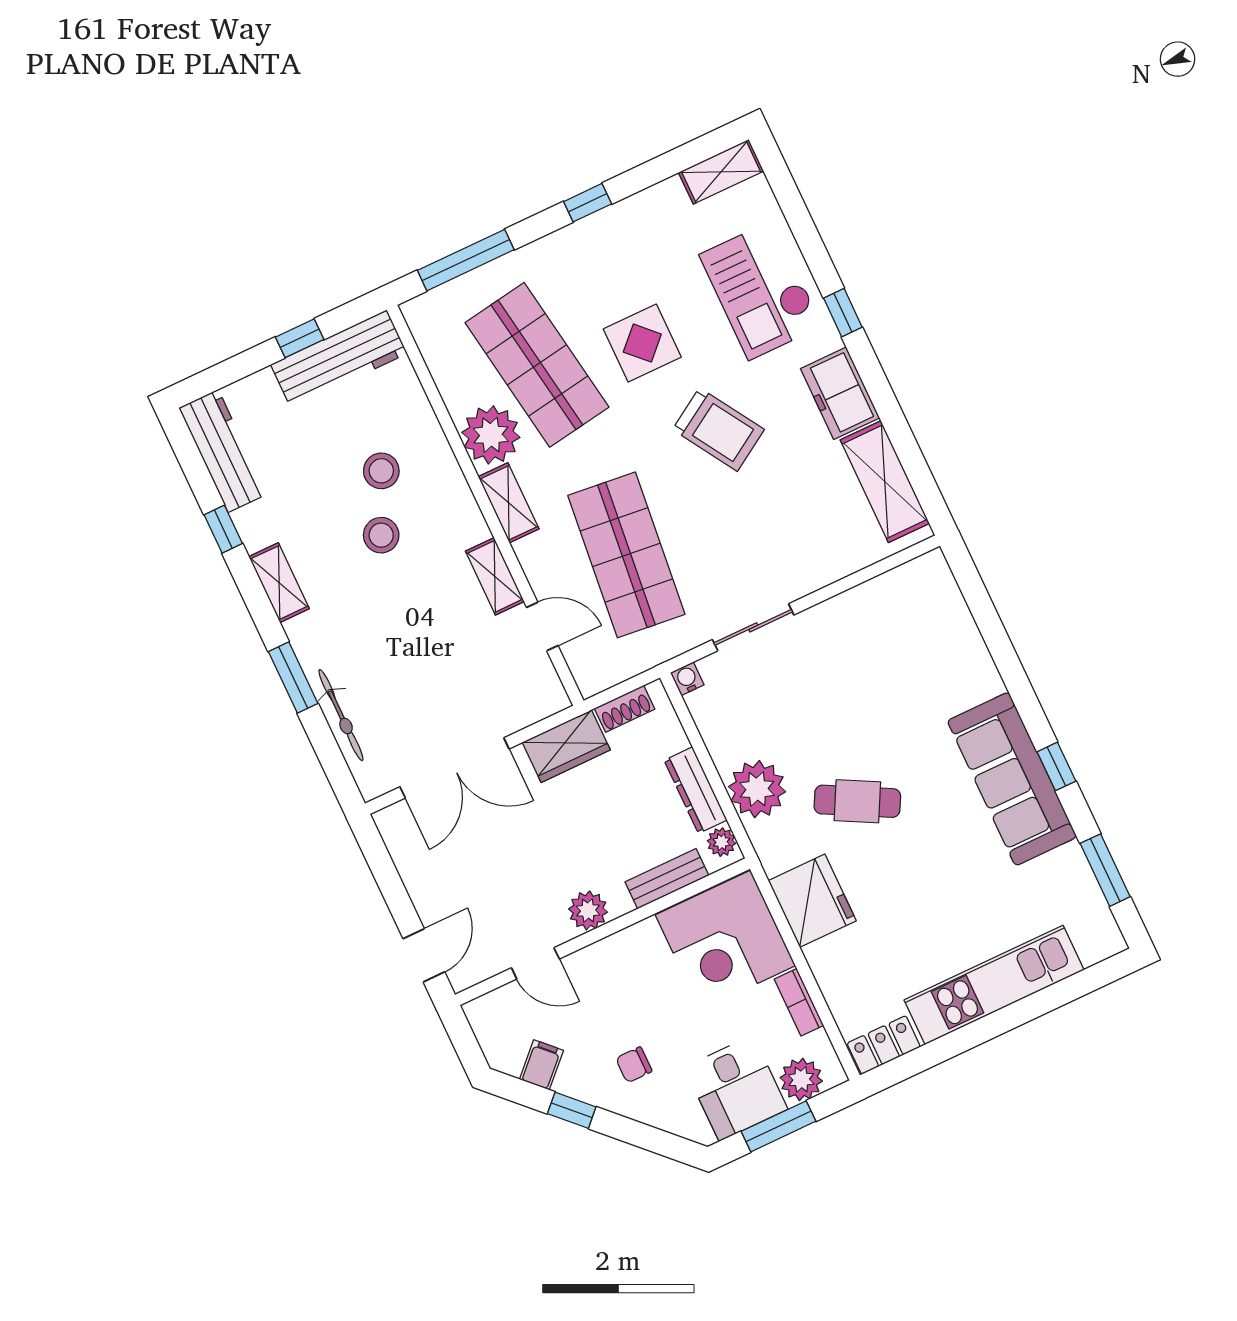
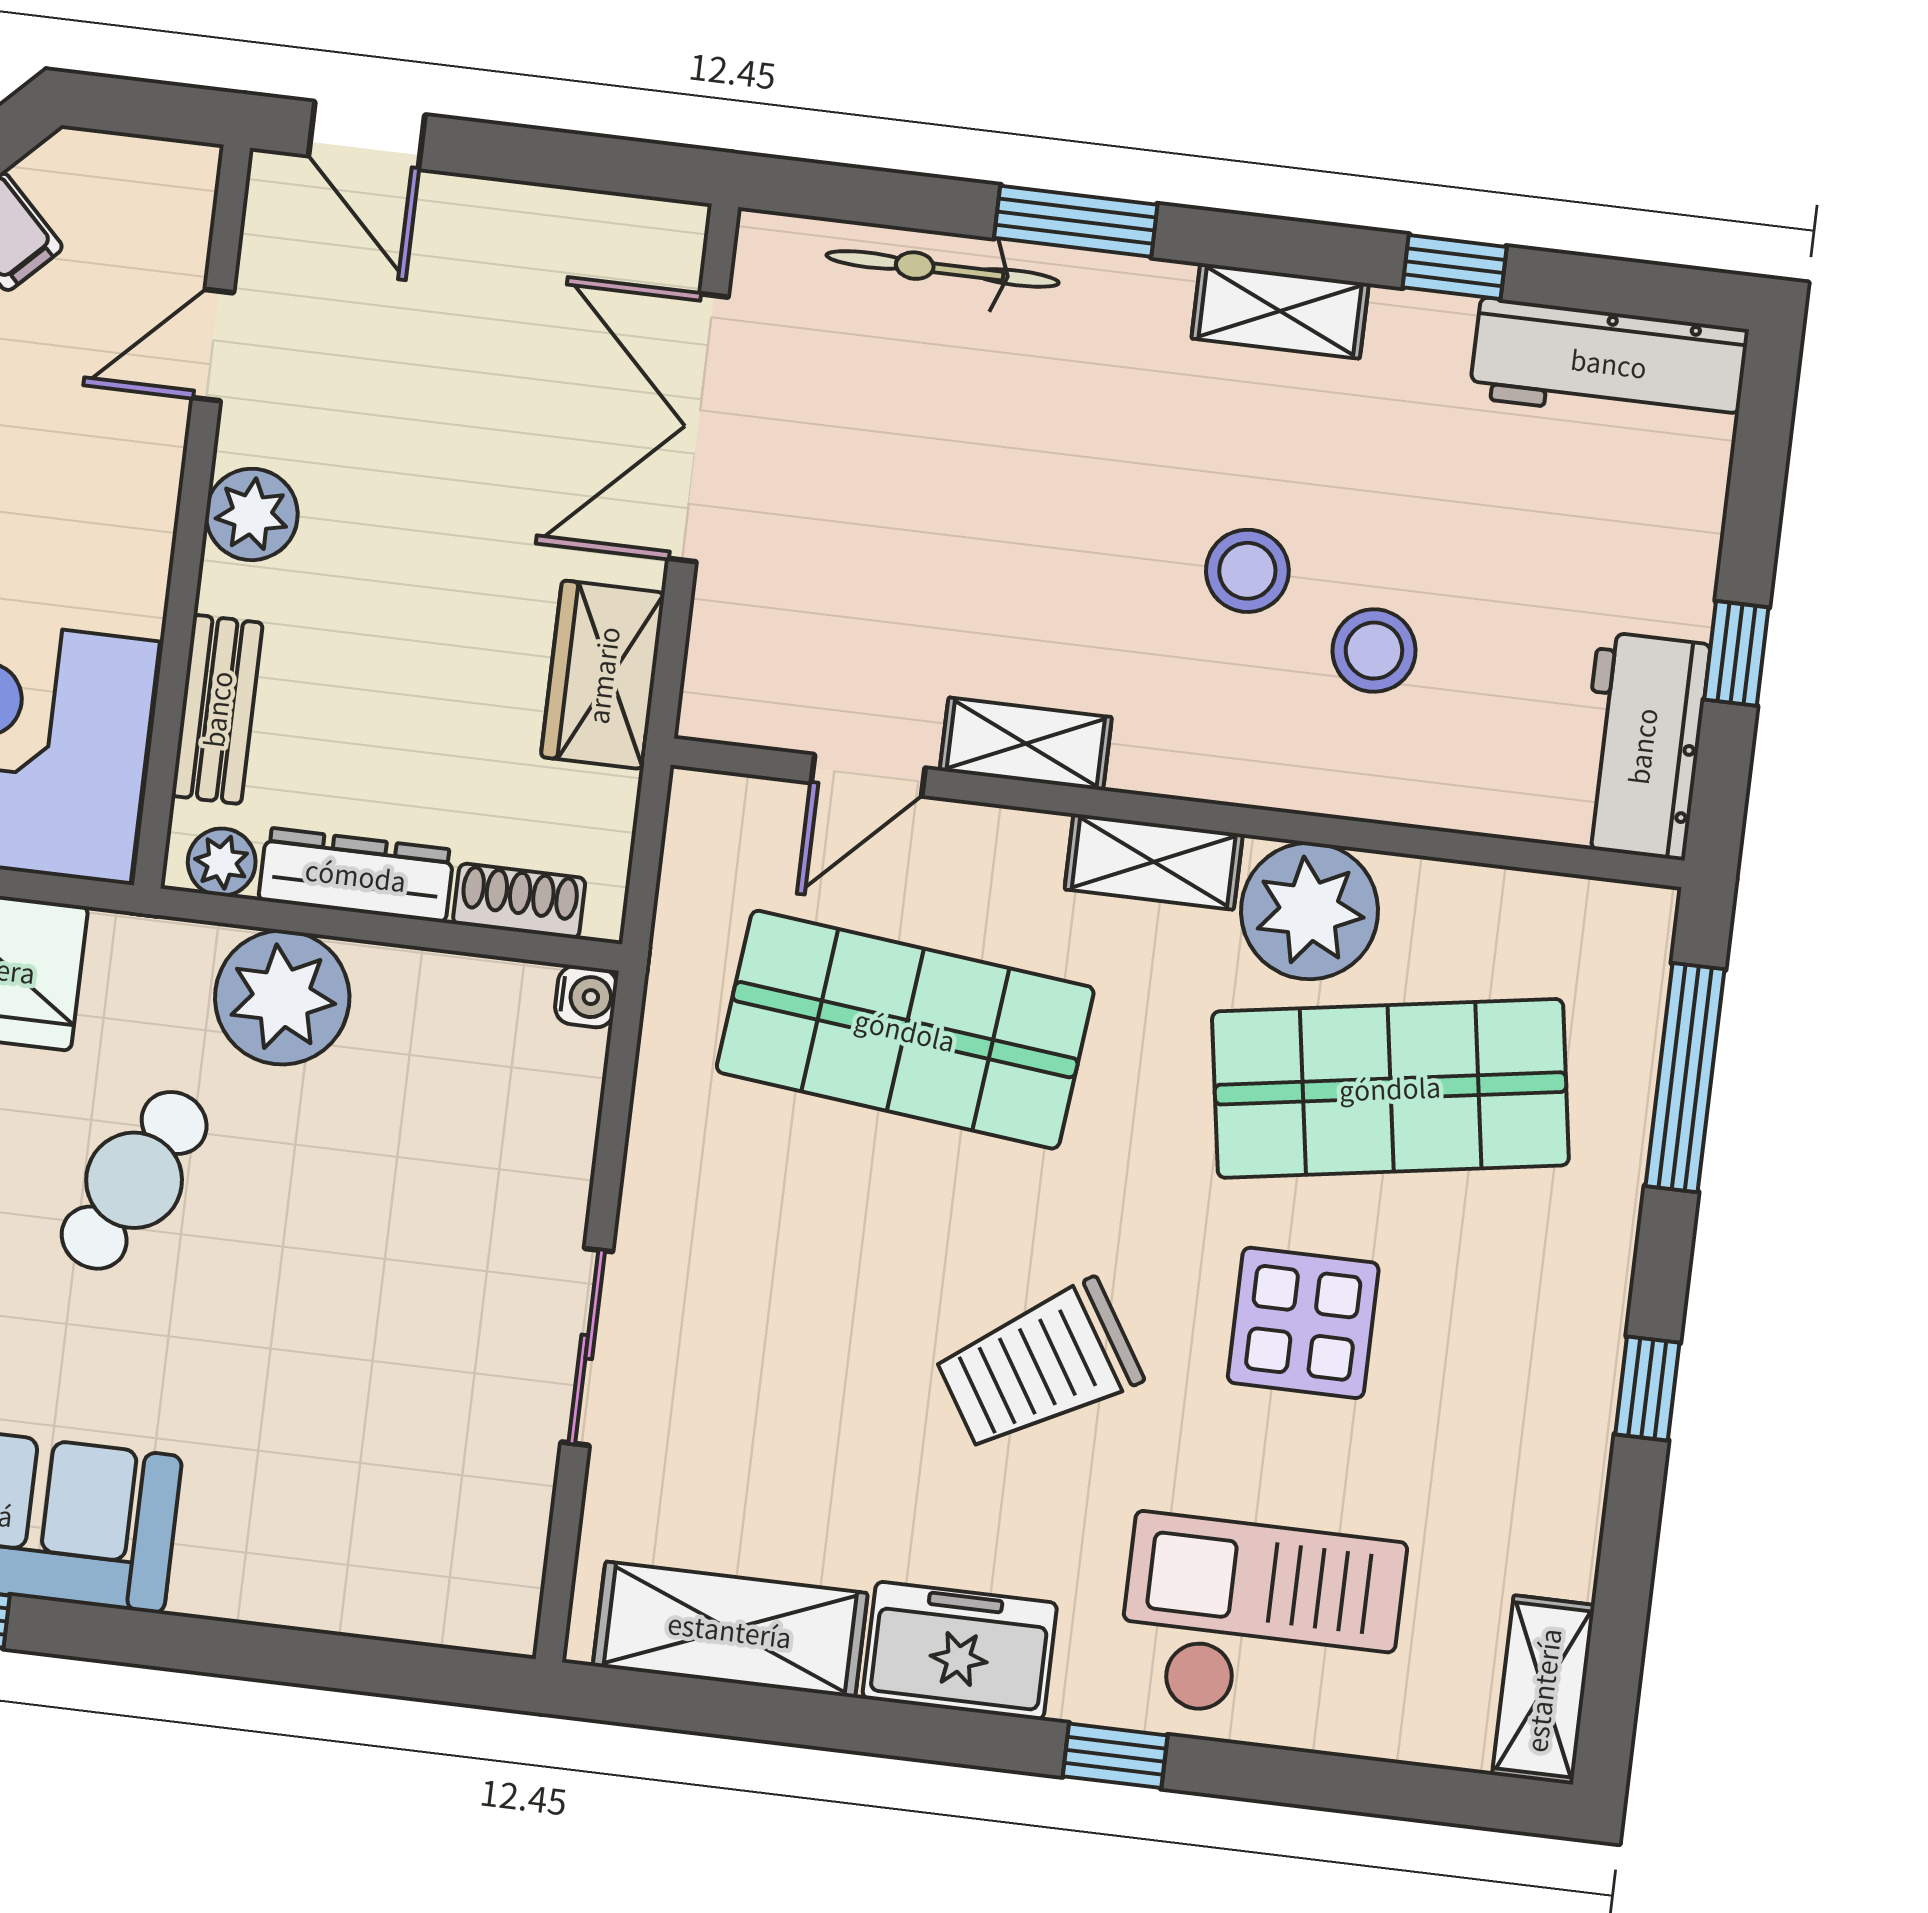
workbench: (339, 359) -> (1642, 746), width x0.73
sliding door: (753, 627) -> (587, 1347), moved
shoe rack: (625, 709) -> (519, 901), moved, turned 90

